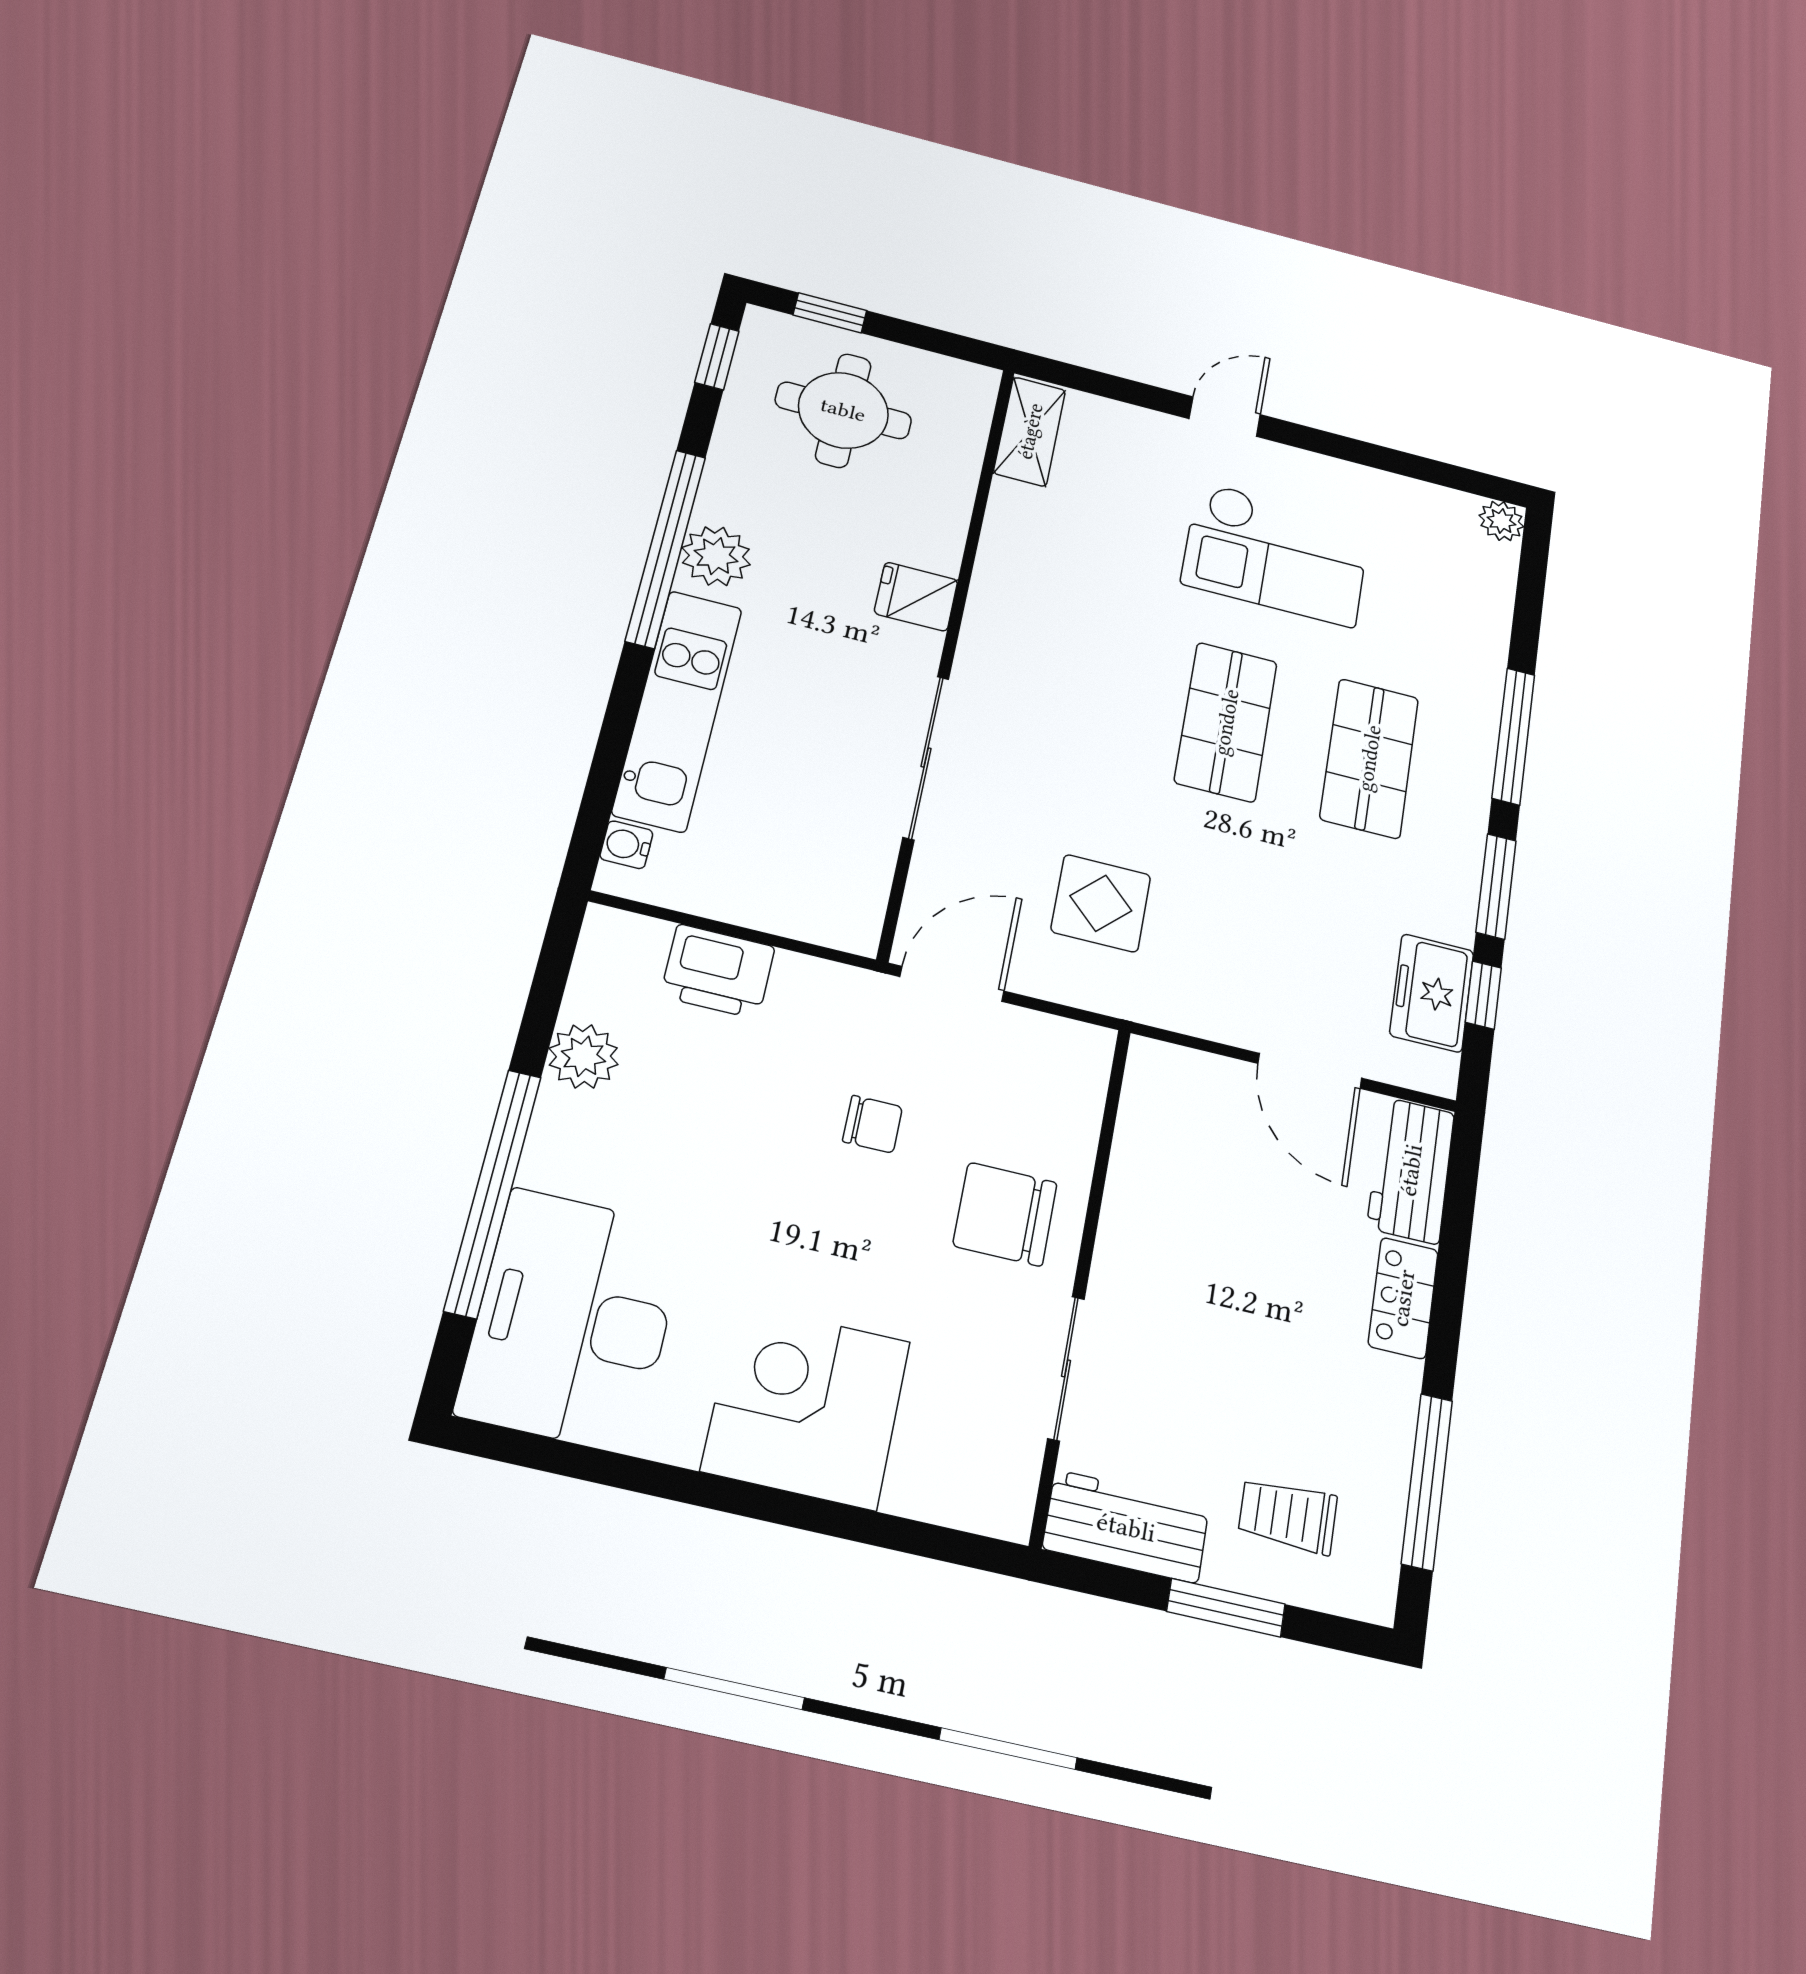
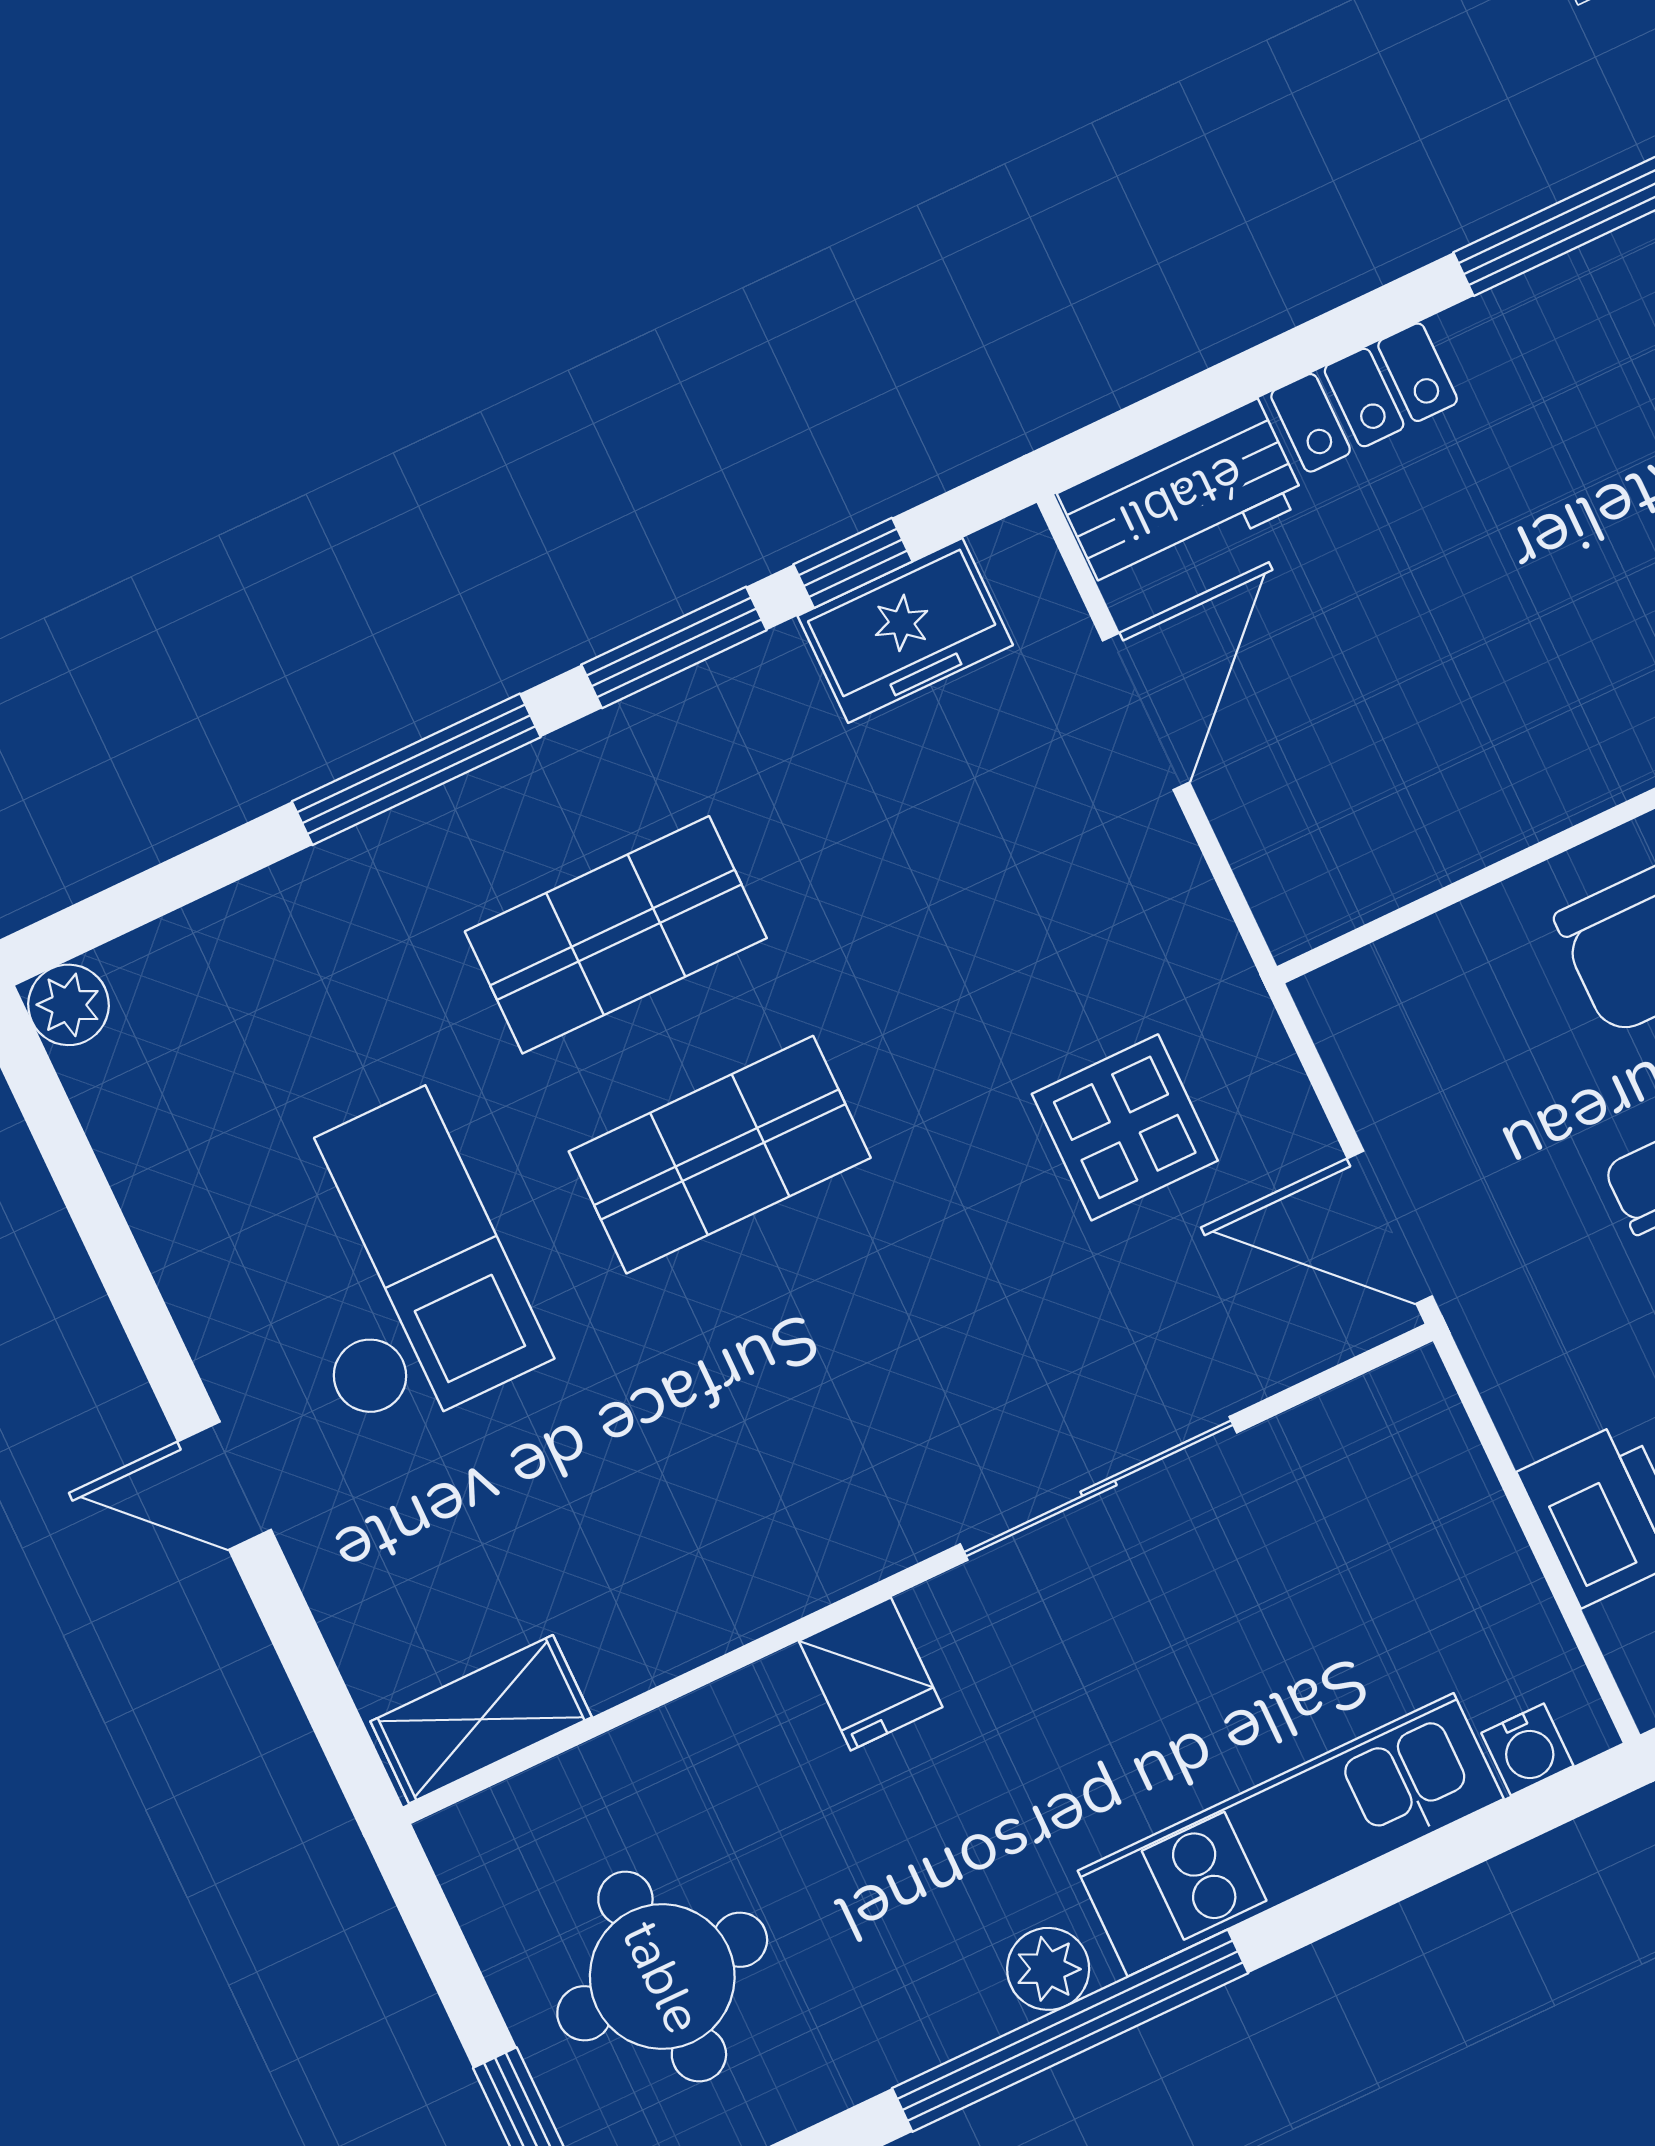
plant: (716, 556) -> (1048, 1969), width x0.73, depth x0.73

